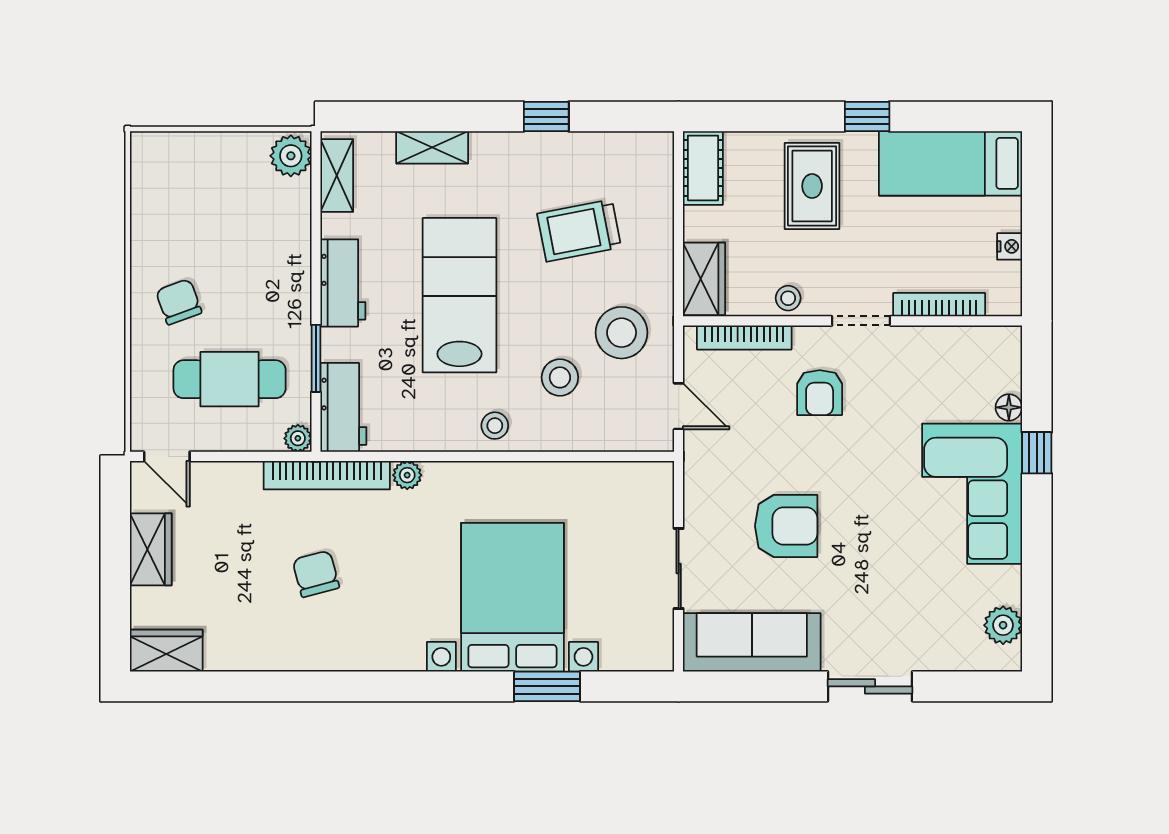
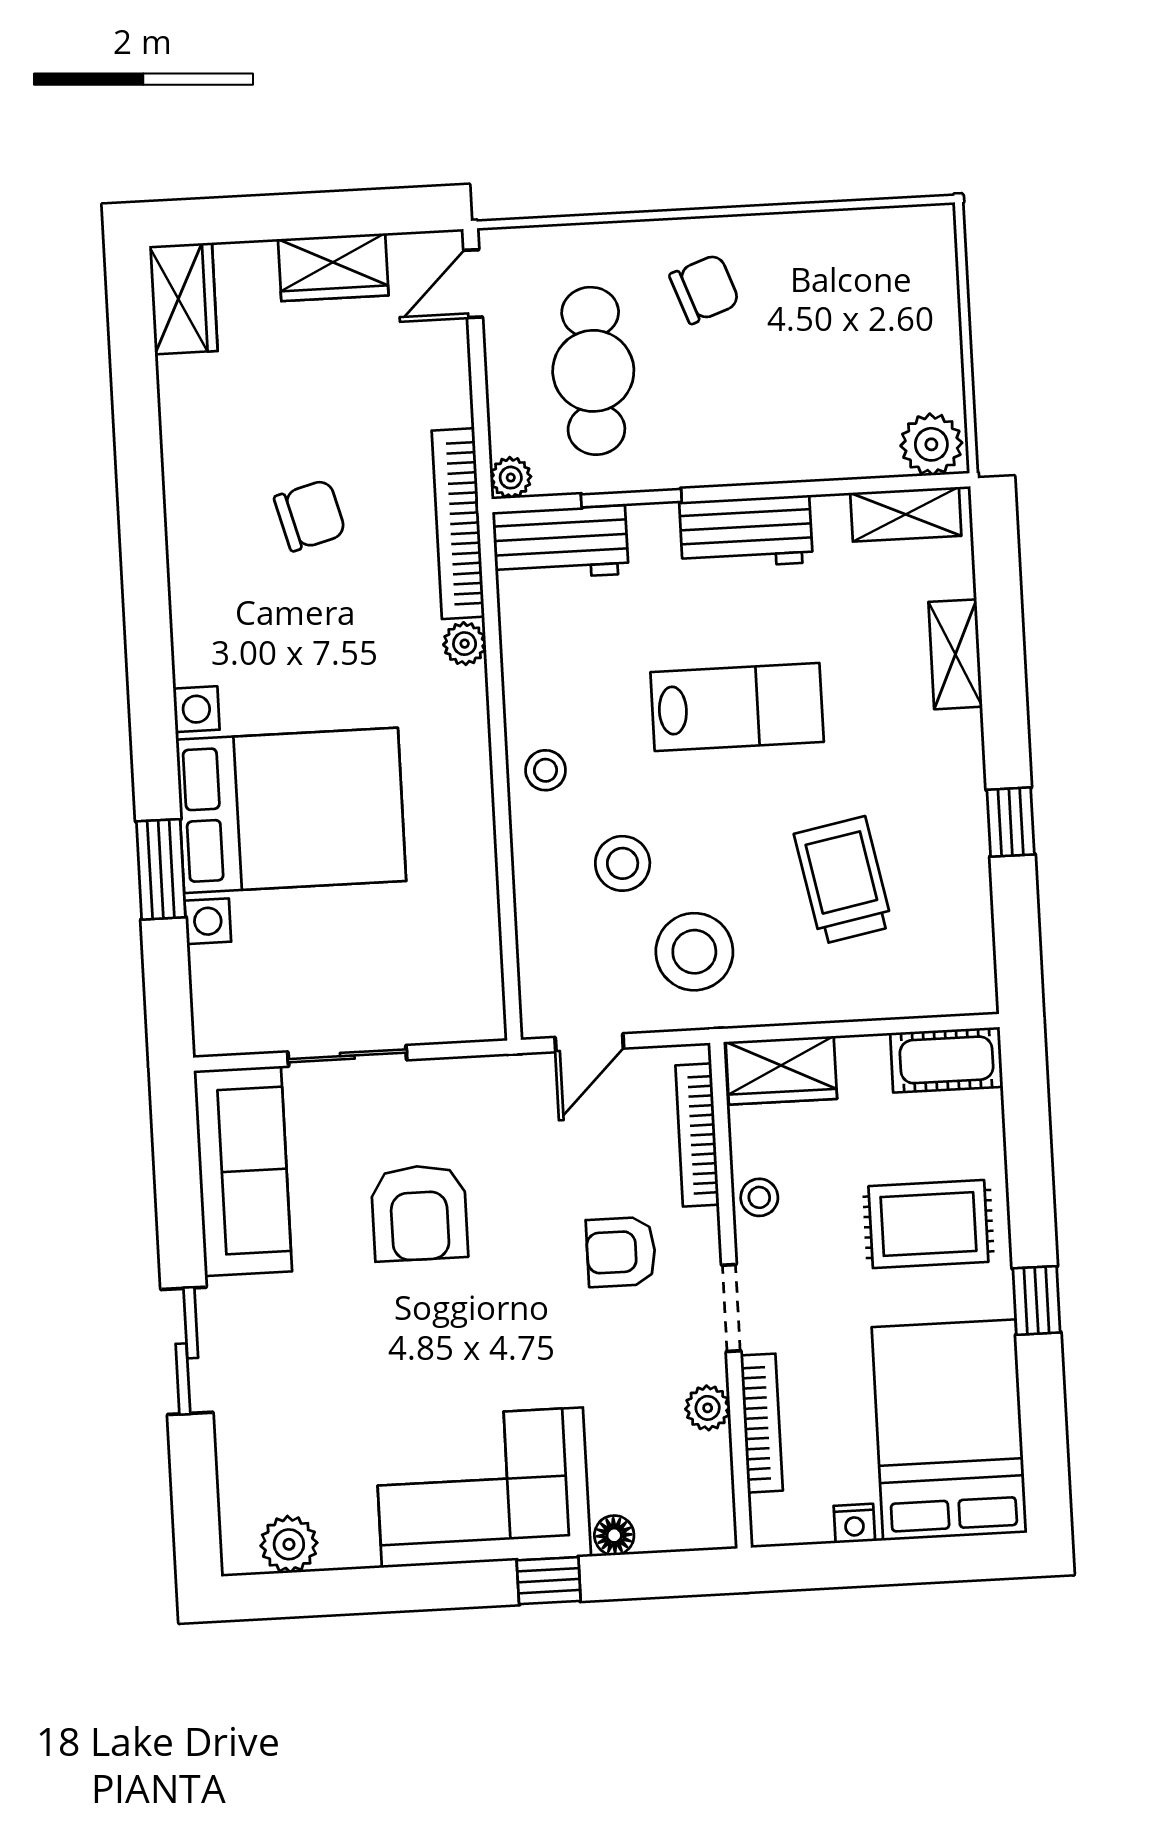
bed: (951, 163) -> (949, 1430), width x1.50
lab bench: (459, 295) -> (737, 707), width x0.73, depth x0.72
plant: (927, 340) -> (708, 1408), added

